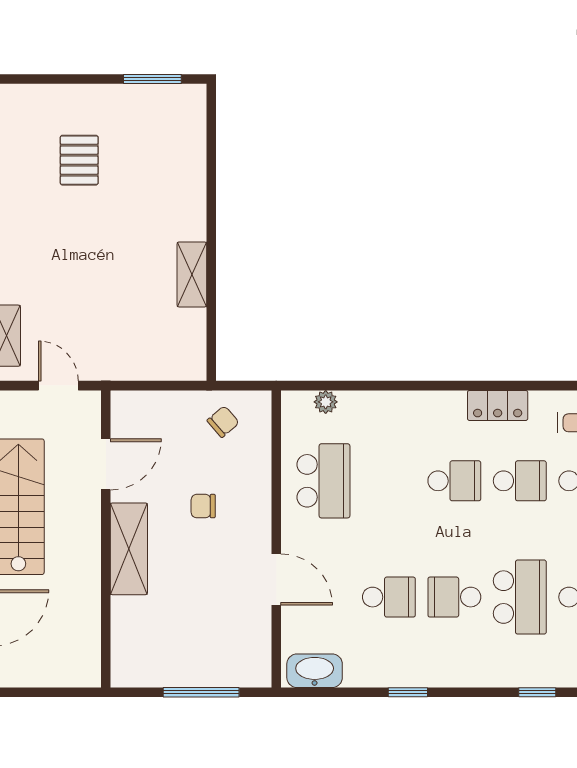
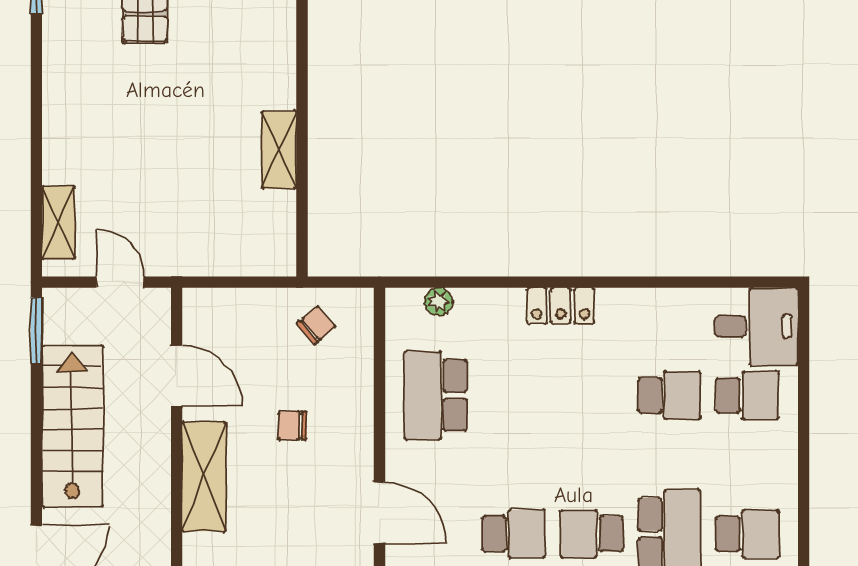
locker: (498, 405) -> (561, 306), moved
door: (106, 464) -> (177, 376), hinge flipped
school desk: (323, 481) -> (436, 395), turned 180
school desk: (454, 481) -> (592, 395), removed

